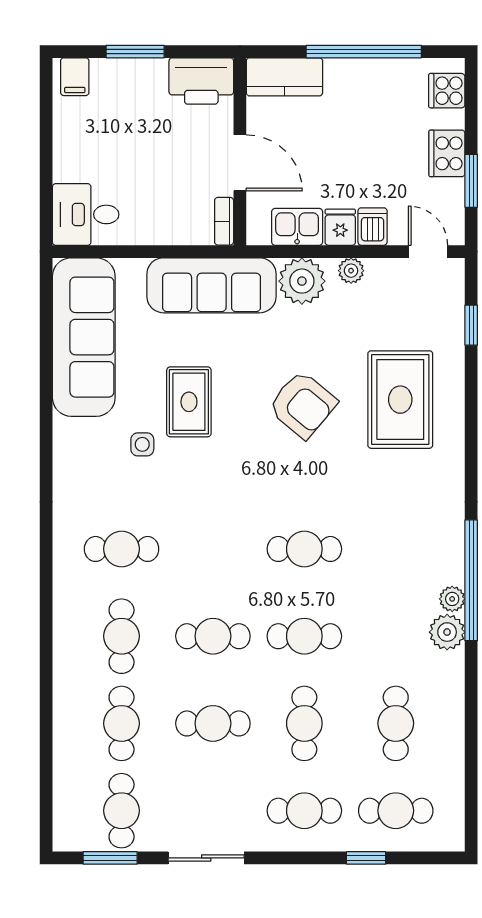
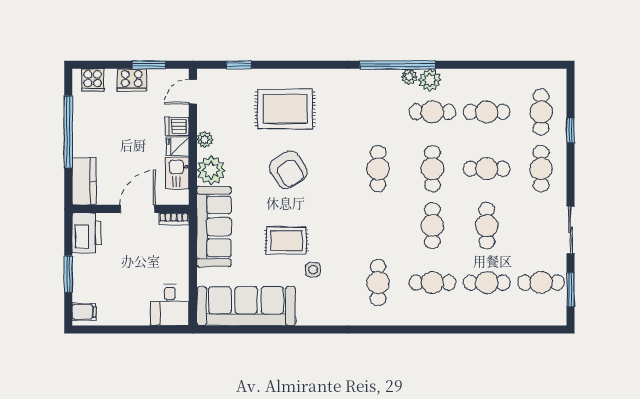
armchair: (303, 405) -> (288, 170), turned 108
cafe table: (396, 636) -> (432, 112), added

